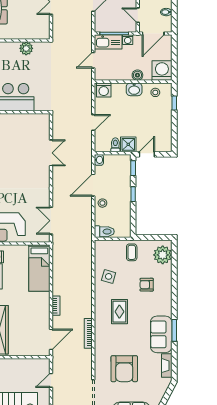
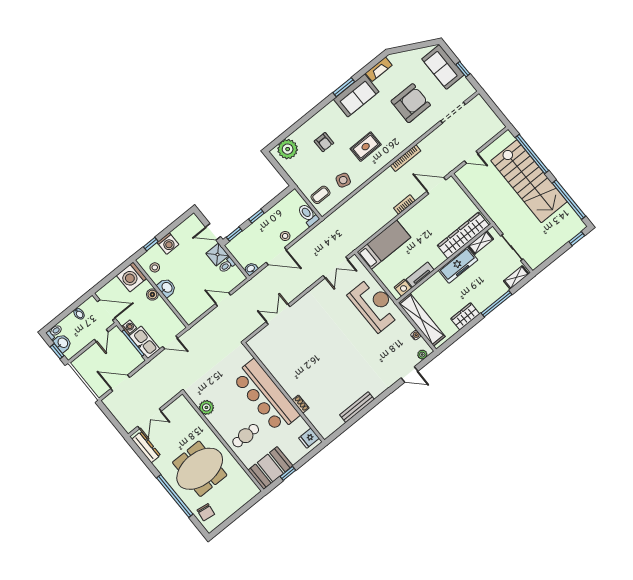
washing machine: (104, 90) -> (168, 243), moved, turned 90
coffee table: (132, 252) -> (320, 195), moved

